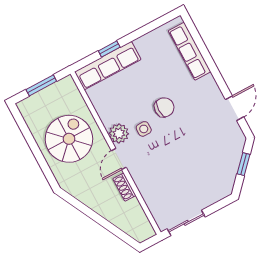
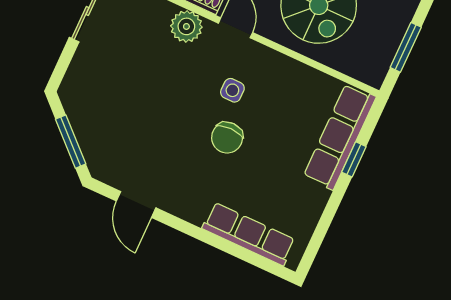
plant: (119, 133) -> (186, 26), moved
window: (244, 164) -> (71, 142), width x1.50

